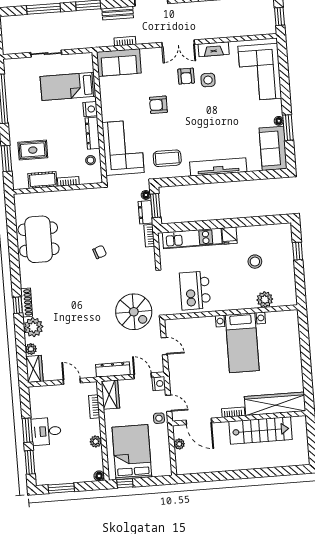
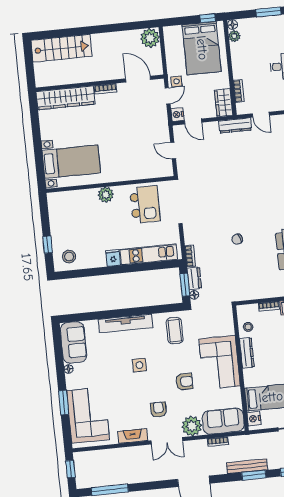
bench: (118, 13) -> (247, 466), moved, width x1.36
double door: (178, 43) -> (167, 441), swing flipped
plant: (152, 58) -> (192, 426), added
side table: (208, 80) -> (139, 365), moved
nightstand: (90, 109) -> (254, 419), moved
window: (288, 128) -> (64, 403), moved
corner sofa: (123, 148) -> (220, 362), moved
coffee table: (167, 158) -> (175, 331), turned 90
stool: (255, 262) -> (69, 257), moved
plant: (265, 299) -> (106, 195), moved
spiral stairs: (134, 312) -> (203, 183), removed
bed with nightstands: (242, 343) -> (71, 162), moved, turned 90
dresser: (113, 370) -> (235, 126), moved
door: (169, 403) -> (168, 96), swing flipped
stairs: (261, 430) -> (61, 48), moved, turned 180
plant: (96, 441) -> (234, 36), moved
plant: (179, 444) -> (150, 38), moved, width x1.87, depth x1.87

